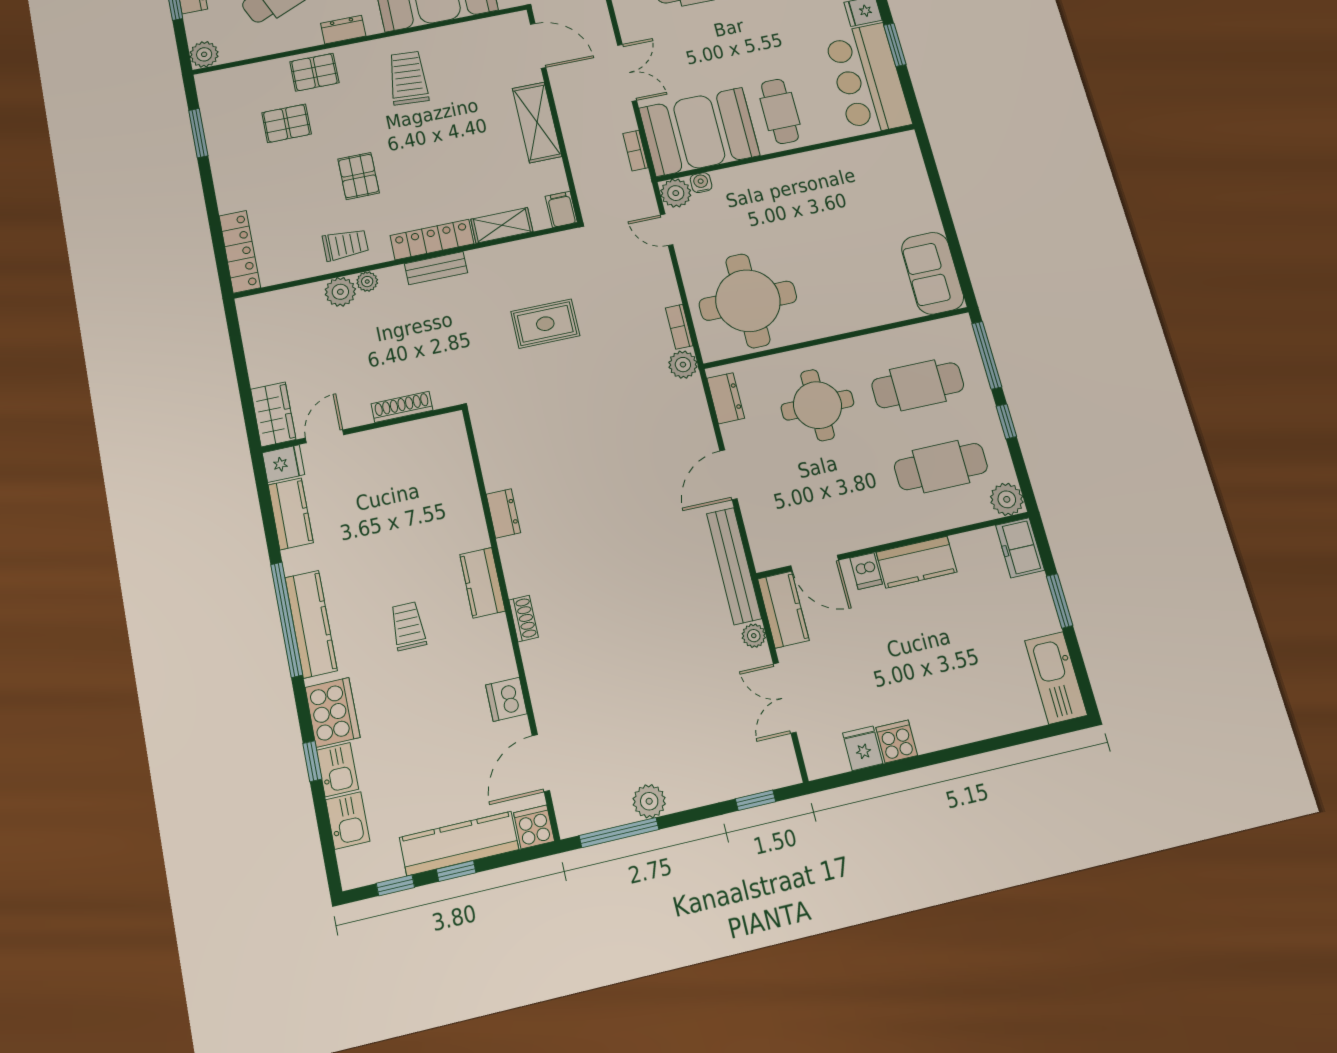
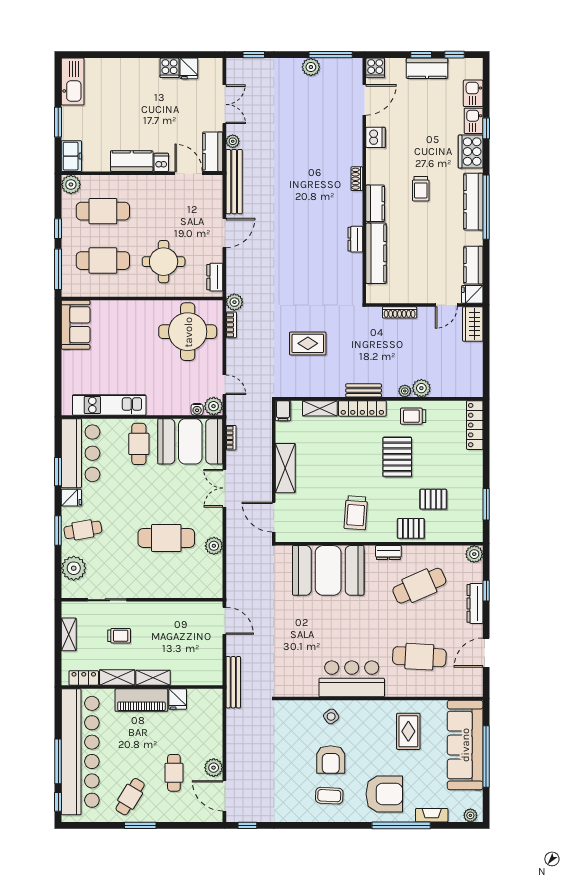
kitchen unit: (843, 160) -> (109, 405), added
pallet: (359, 176) -> (397, 457), width x1.50, depth x1.42
kitchen counter: (463, 497) -> (376, 253), added
kitchen counter: (459, 844) -> (427, 68), width x0.67

